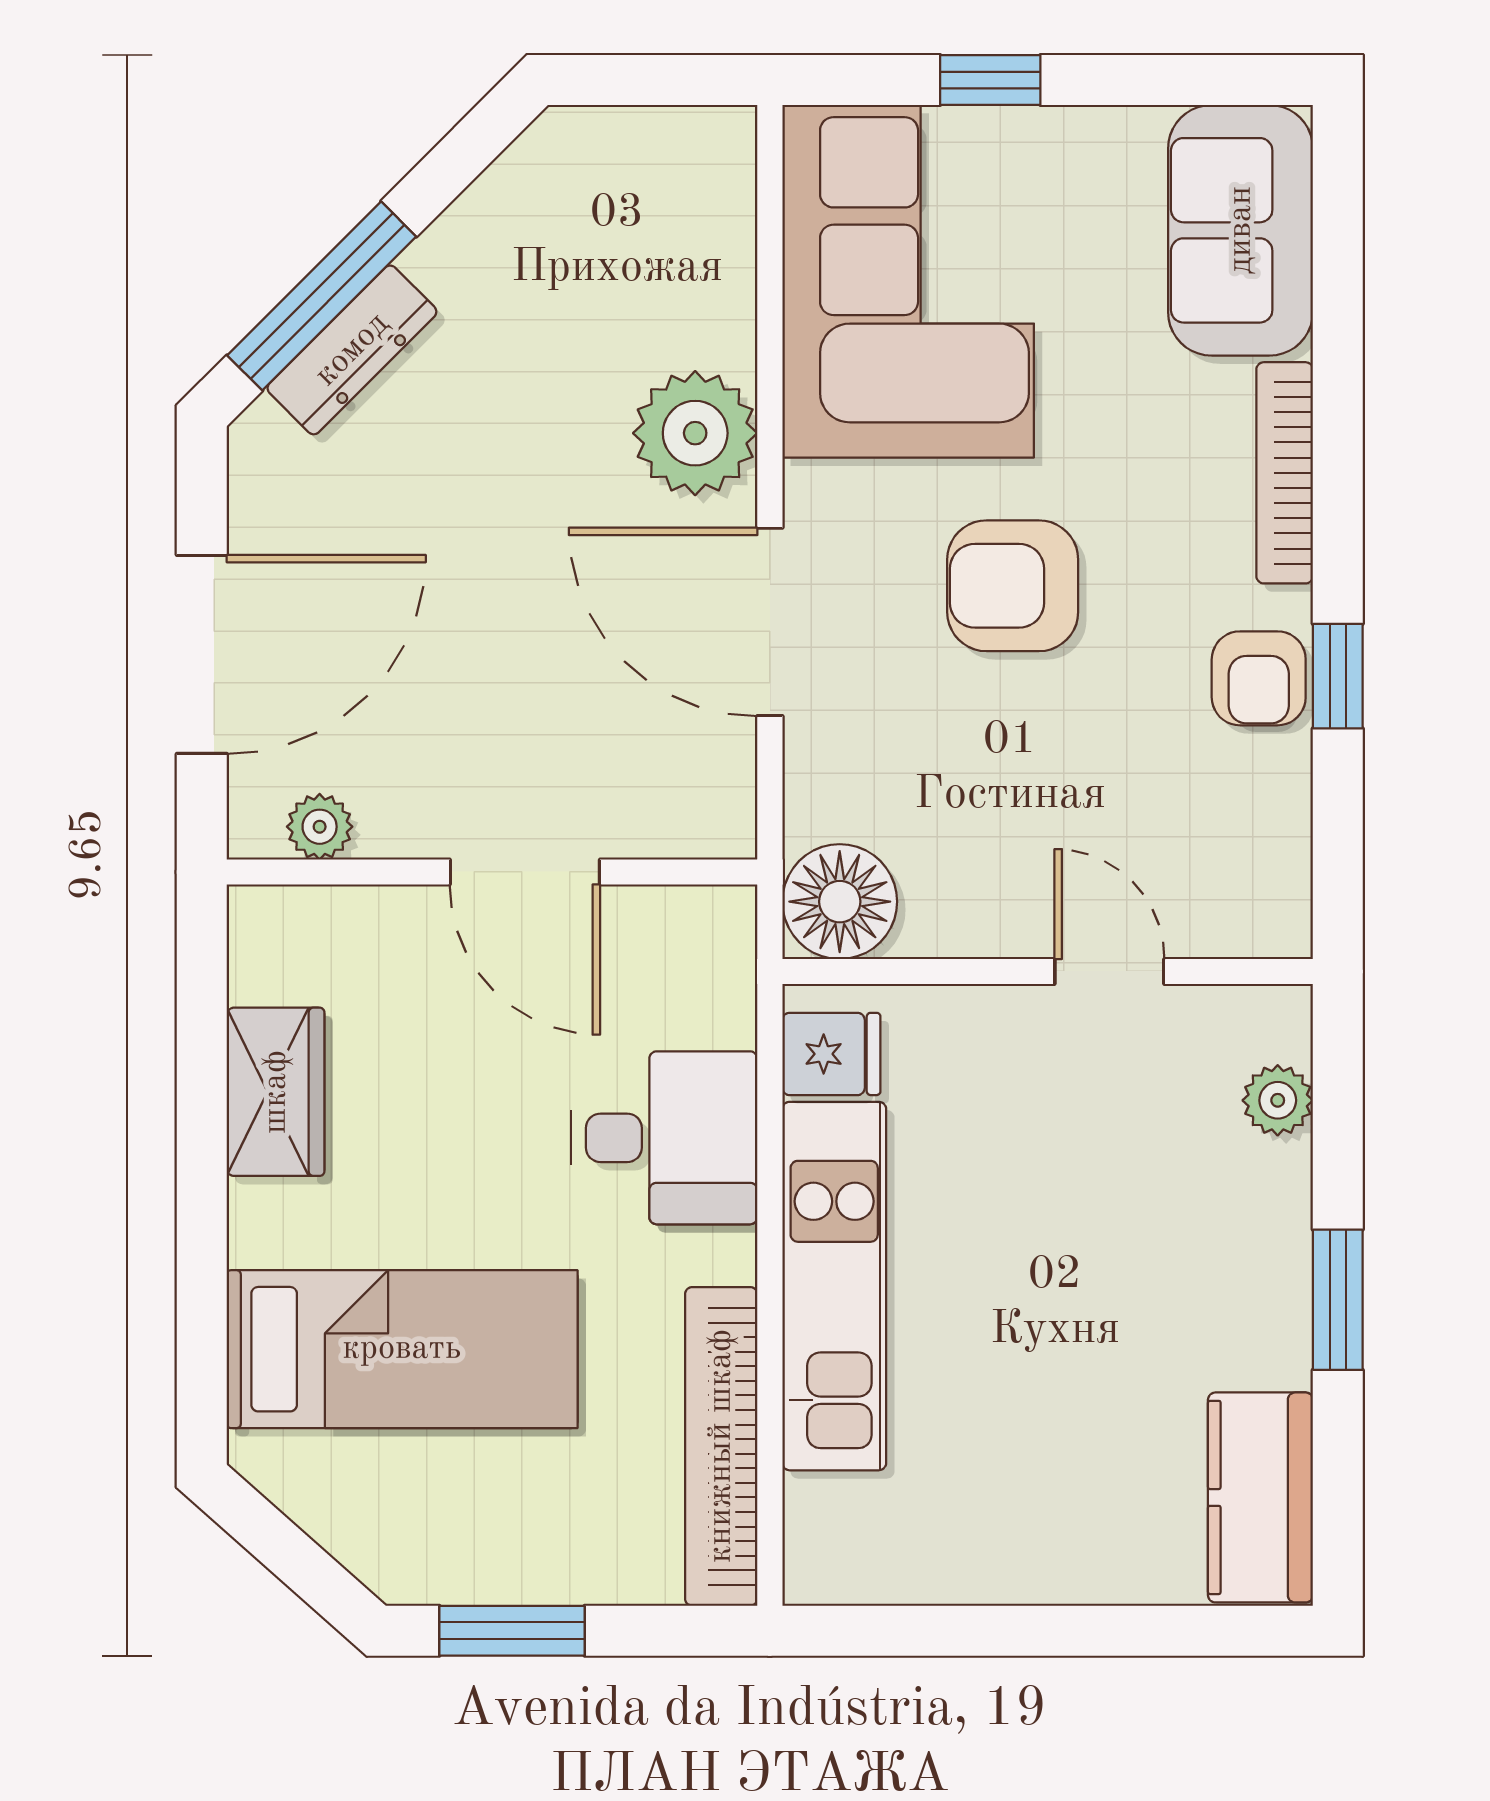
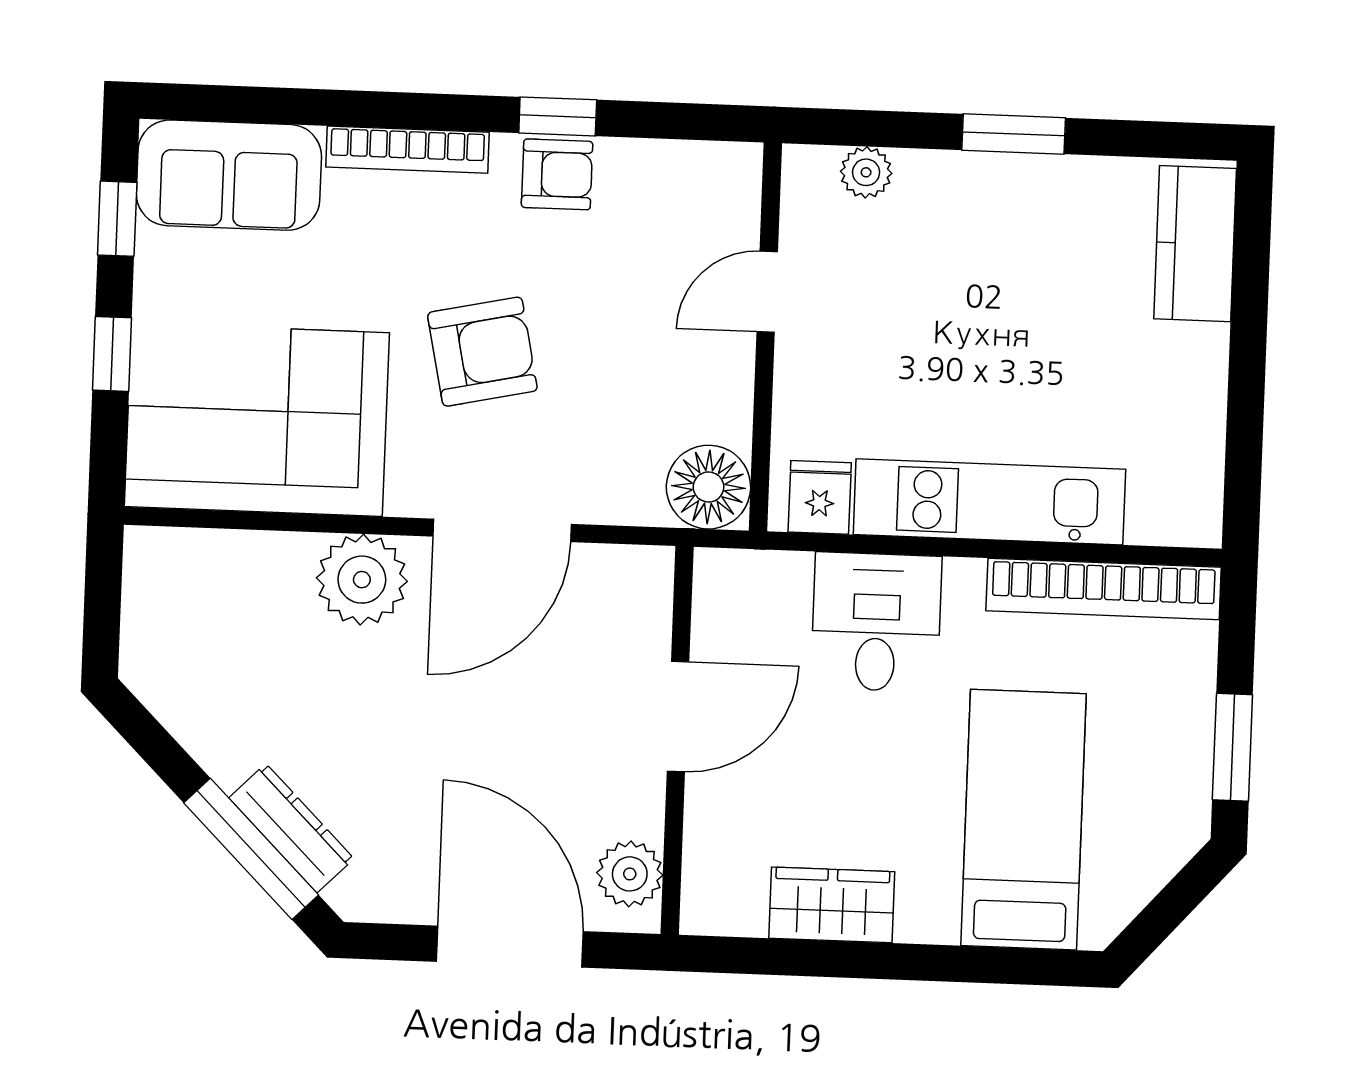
window: (1175, 80) -> (117, 219), added
armchair: (1013, 586) -> (482, 352), turned -102
plant: (320, 827) -> (630, 874), width x1.38, depth x1.38
kitchen counter: (1260, 1497) -> (1195, 244), moved, turned 90

